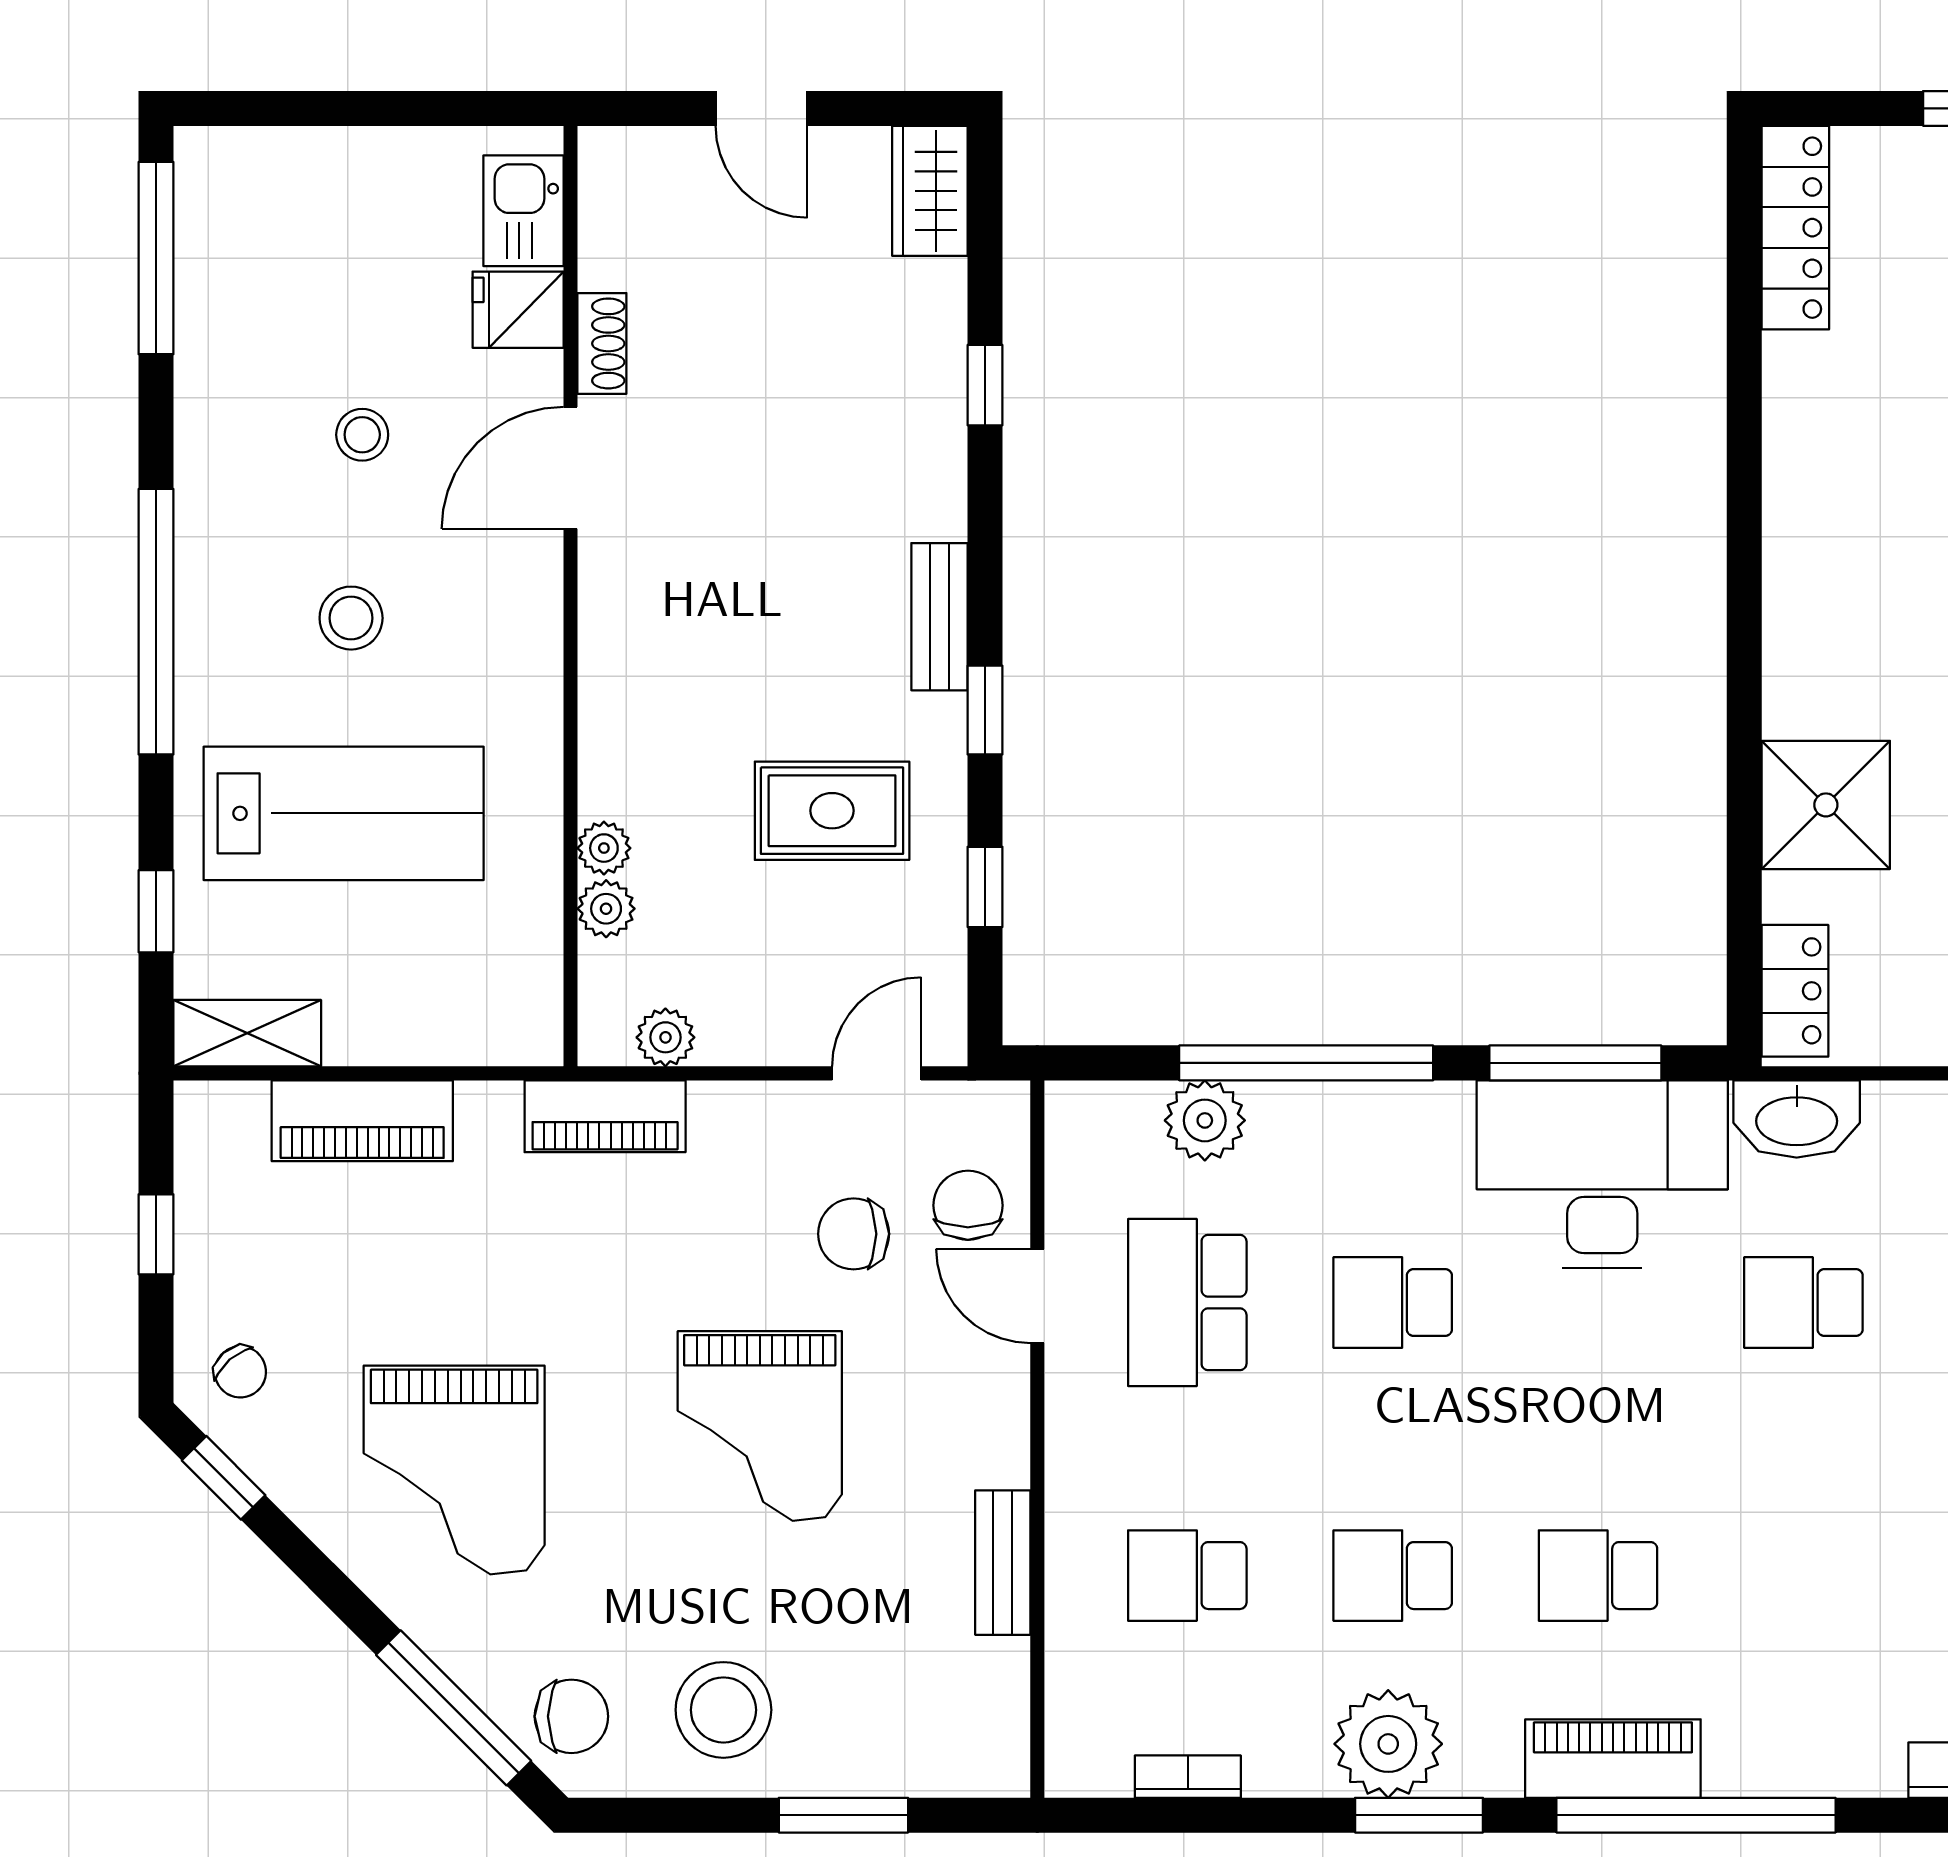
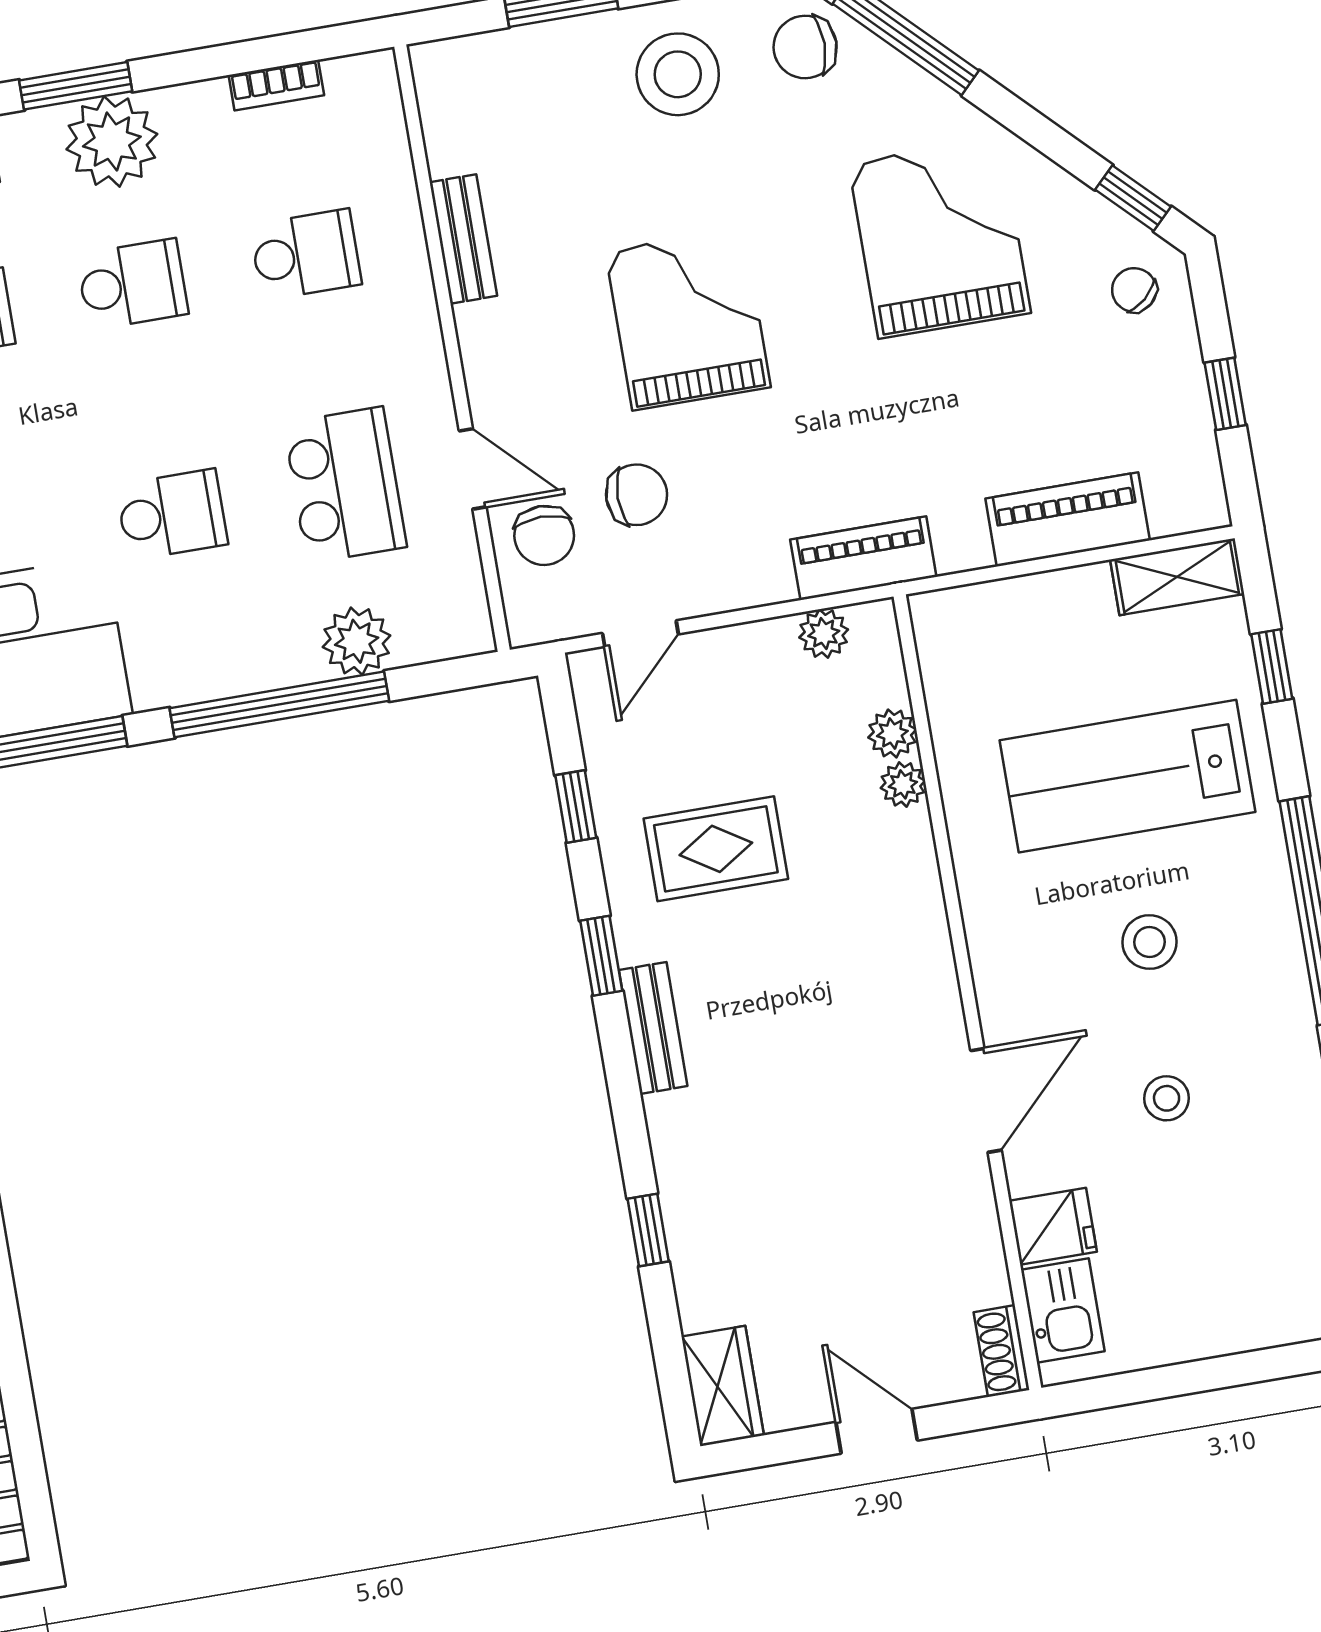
shoe rack: (602, 343) -> (1001, 1351), moved

